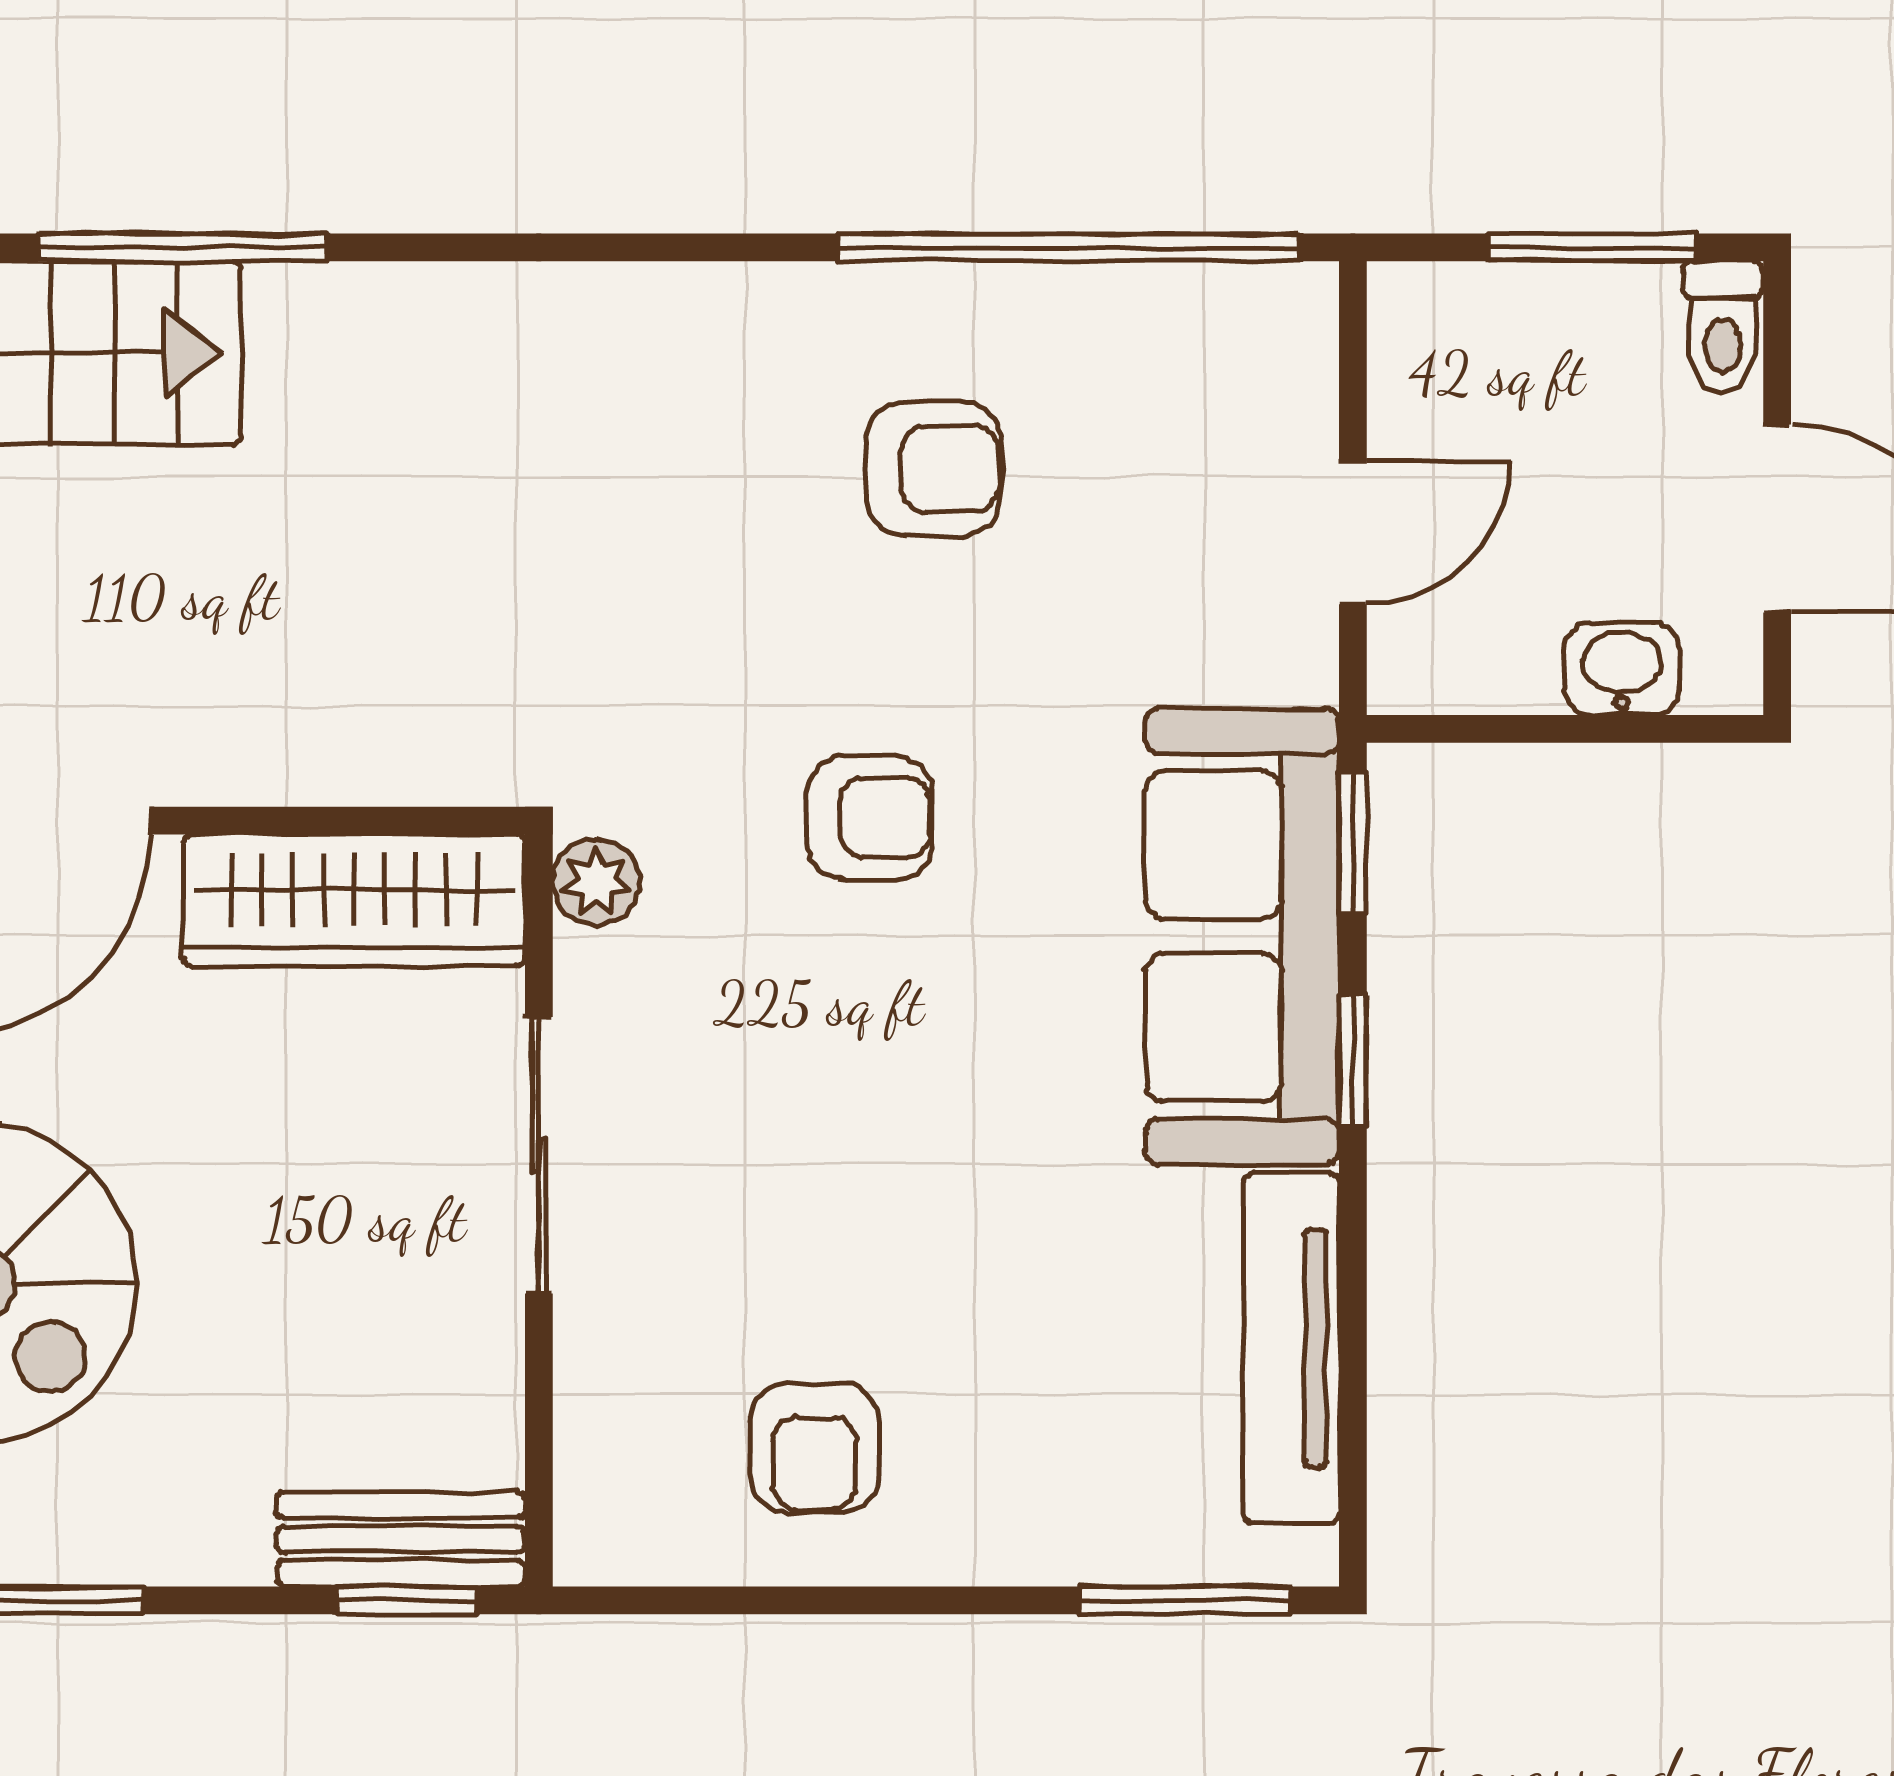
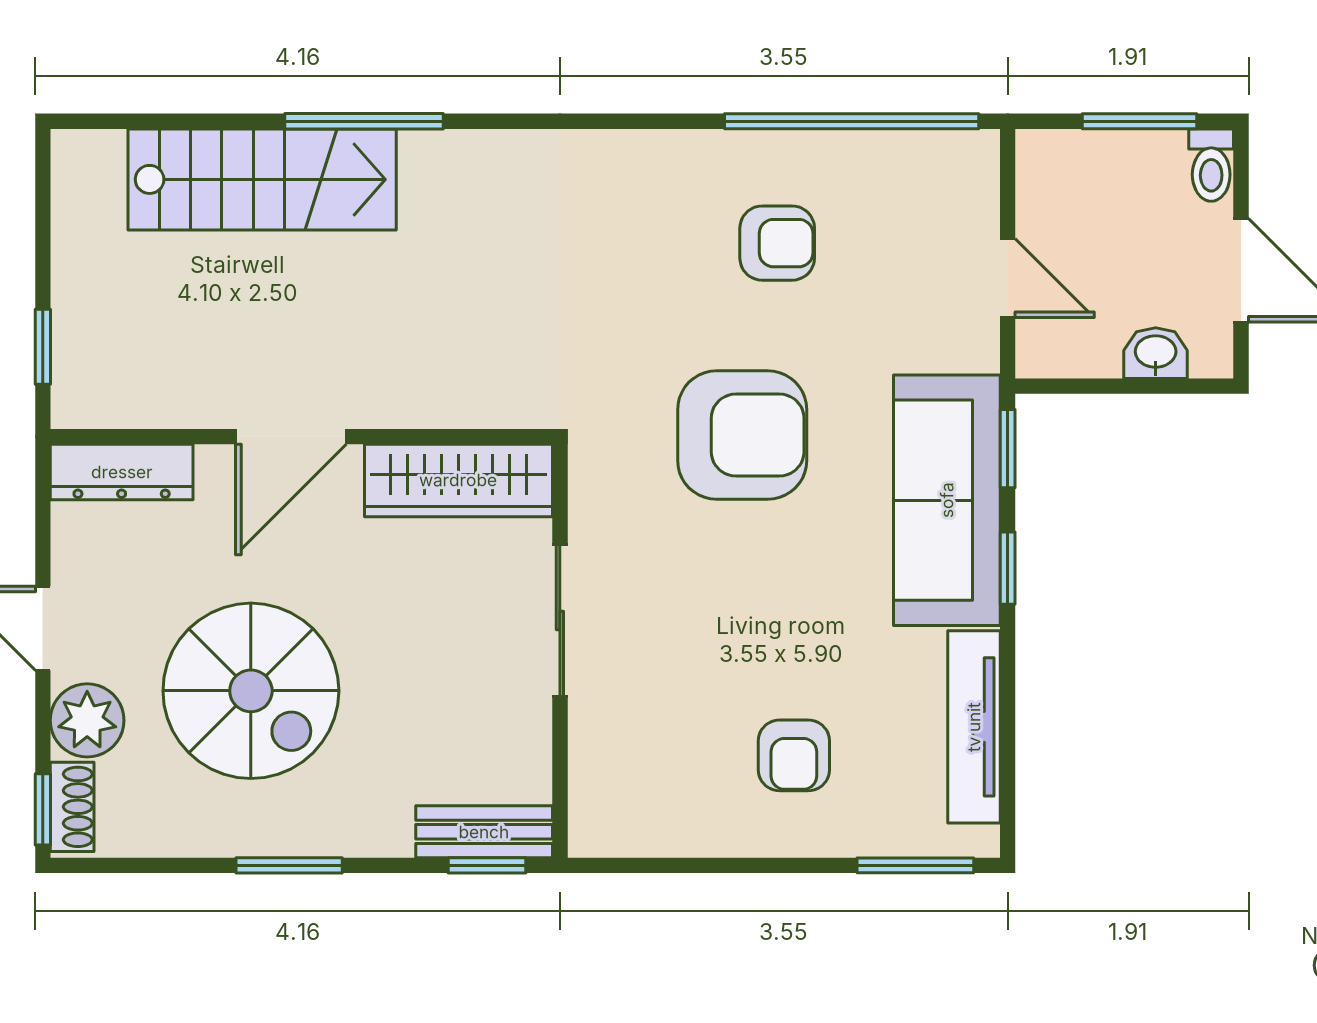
door: (1353, 533) -> (1008, 278), hinge flipped
armchair: (870, 818) -> (742, 435), width x1.88, depth x1.88
plant: (596, 882) -> (591, 471), removed
armchair: (814, 1448) -> (794, 755), moved

